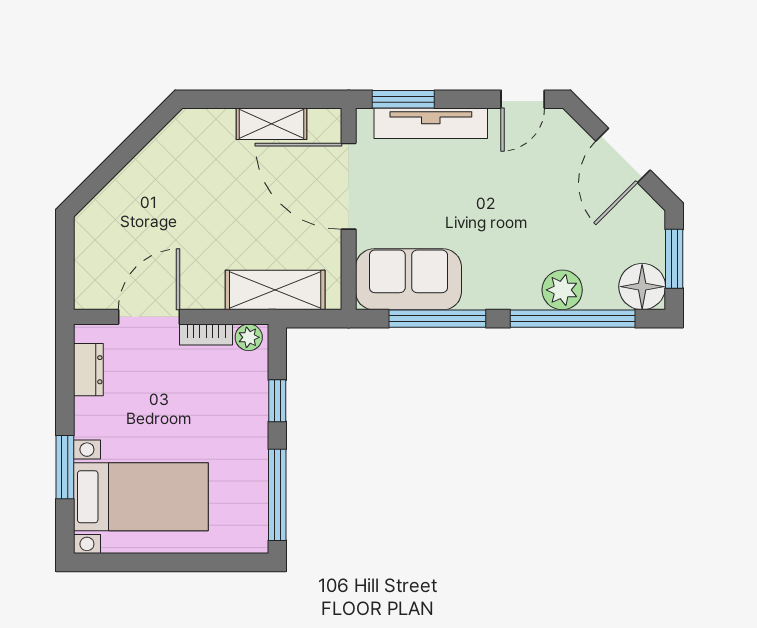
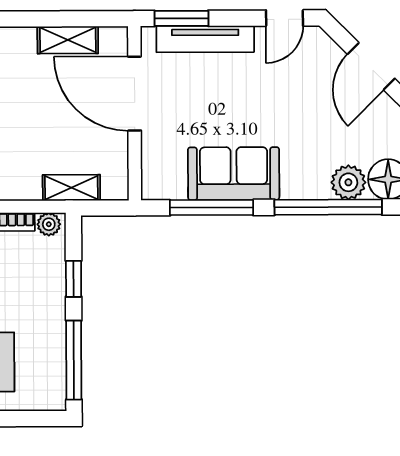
sofa: (408, 279) -> (234, 174), moved
shelving: (275, 290) -> (71, 188), width x0.67, depth x0.75
plant: (562, 290) -> (348, 182), moved

